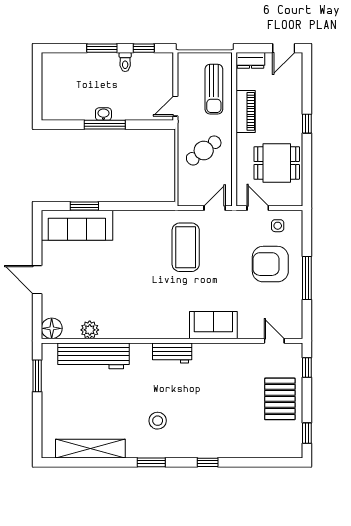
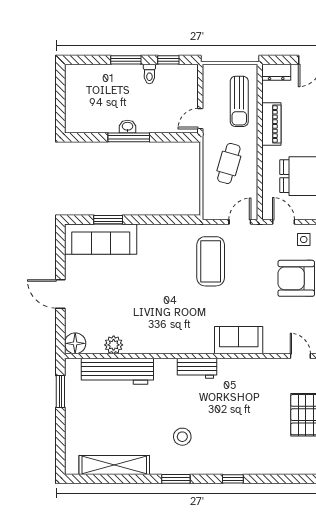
cafe table: (204, 151) -> (229, 163), turned -37

